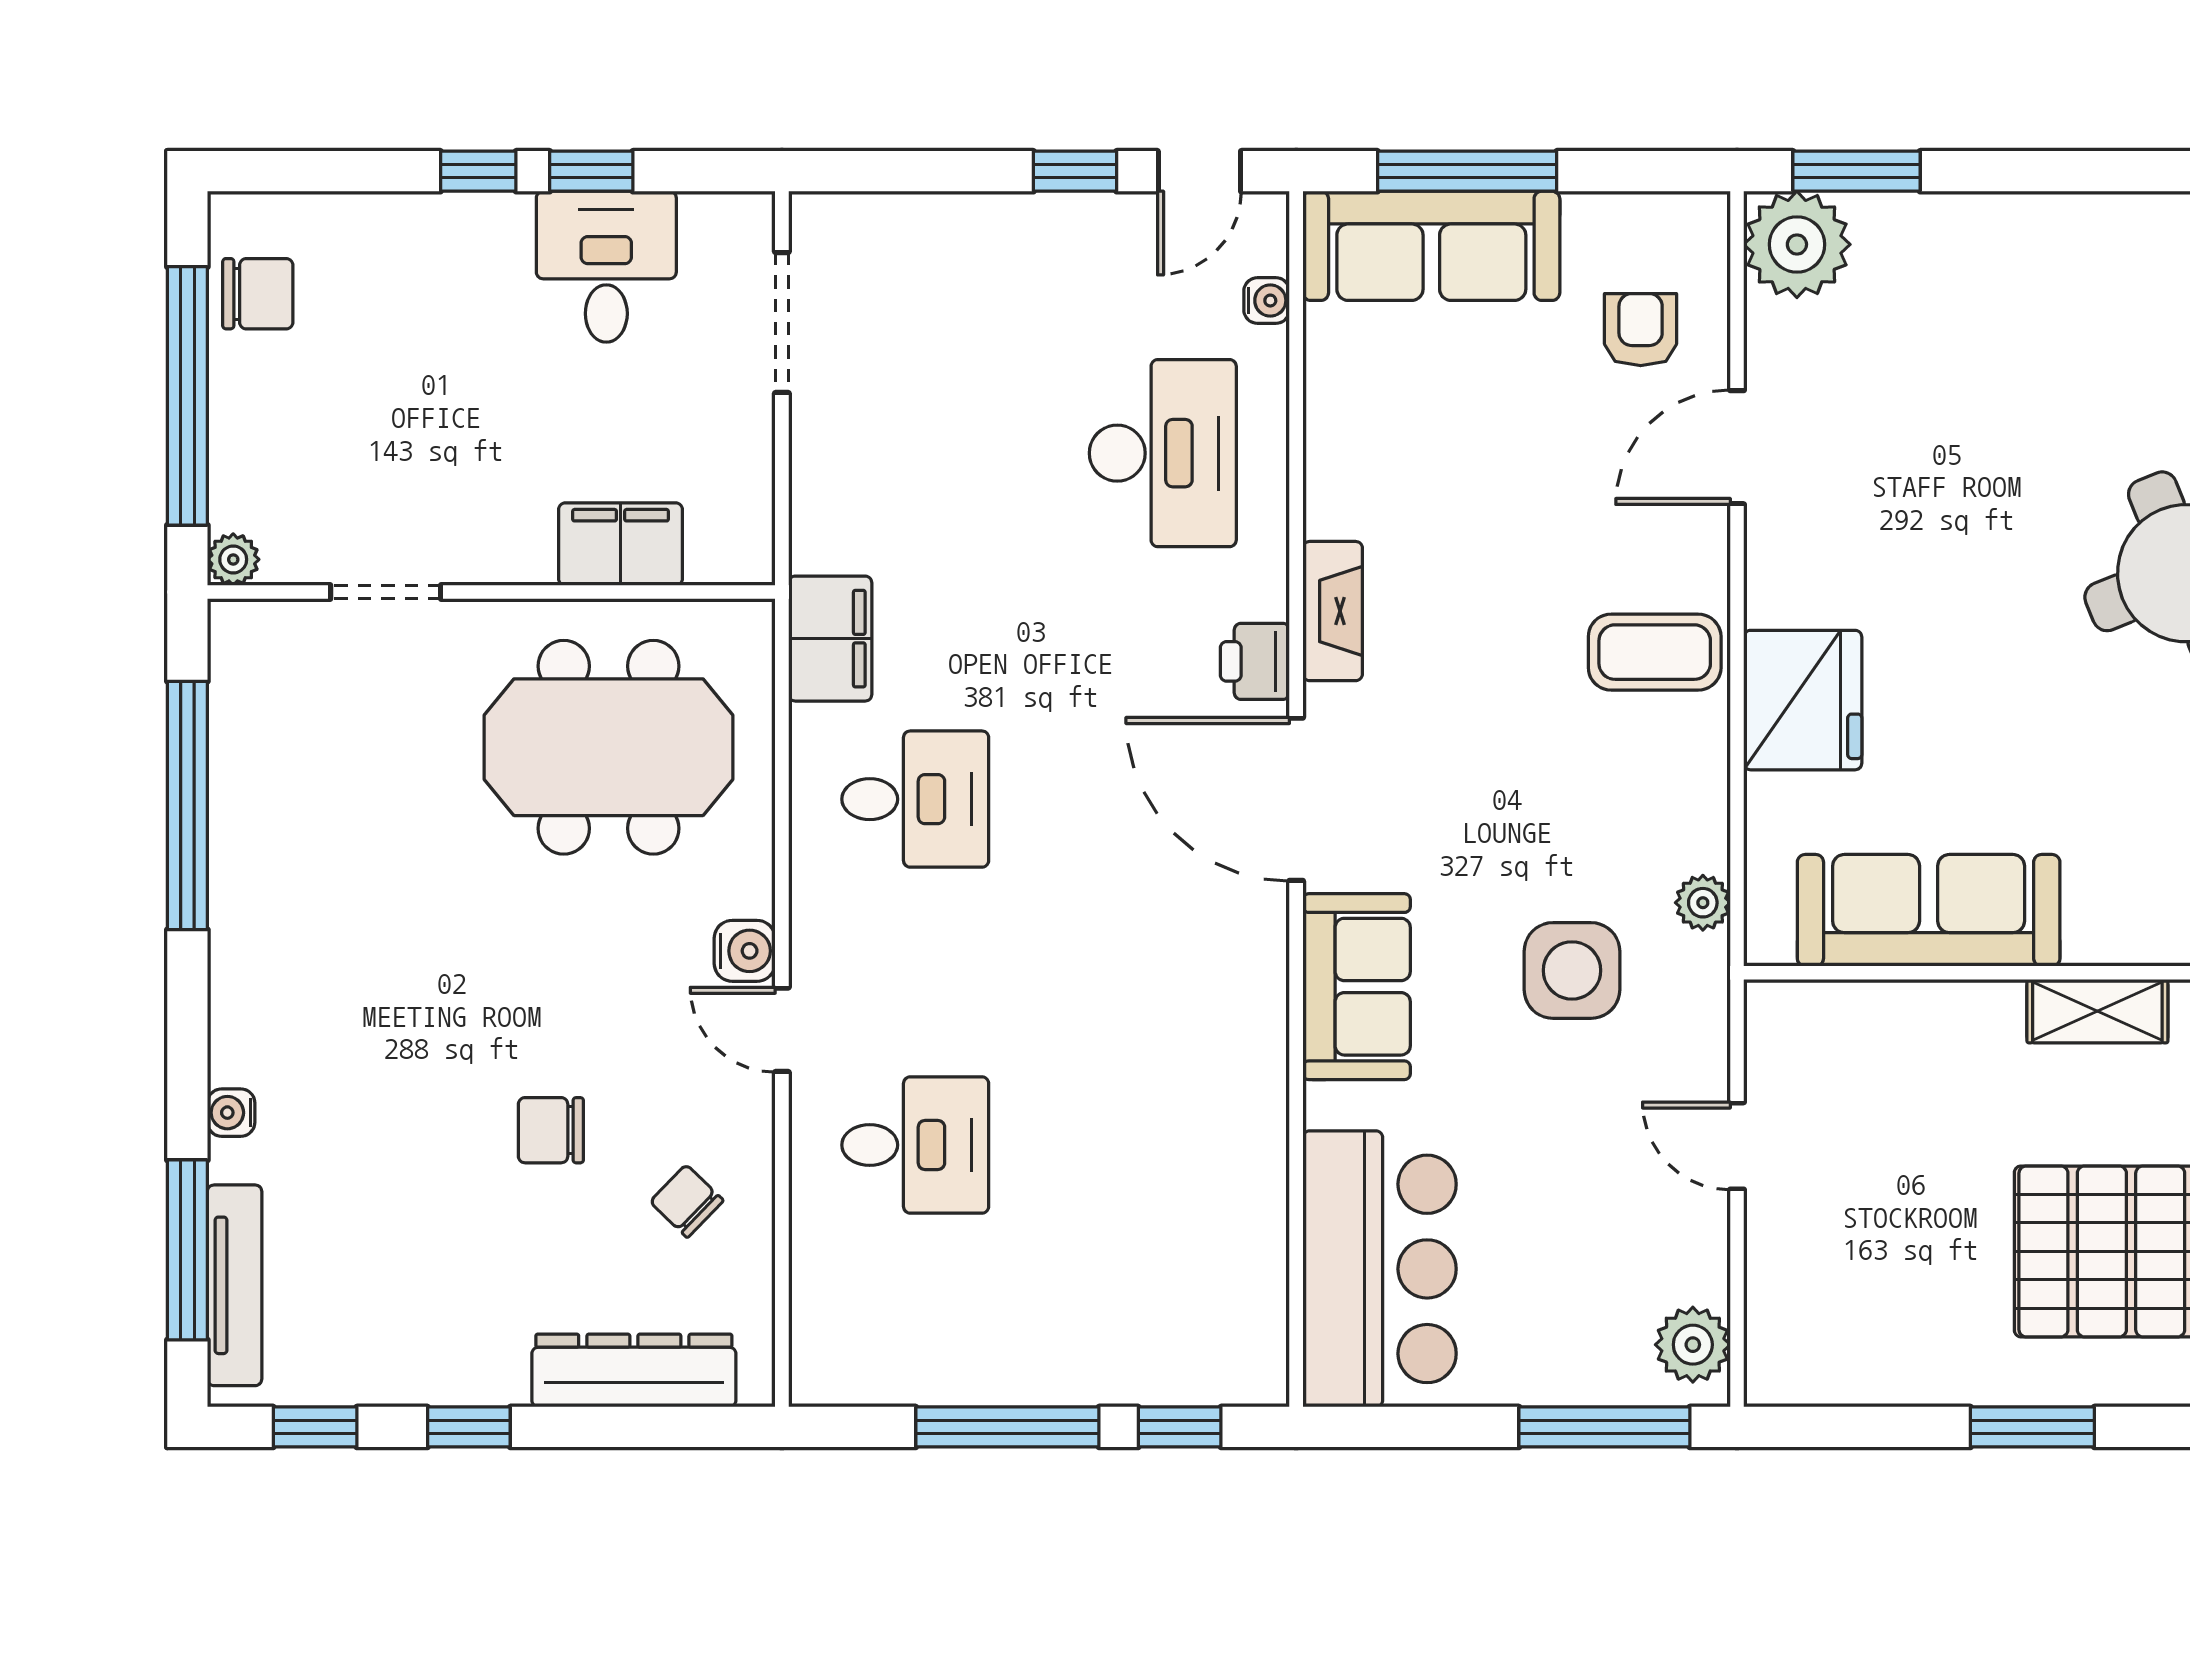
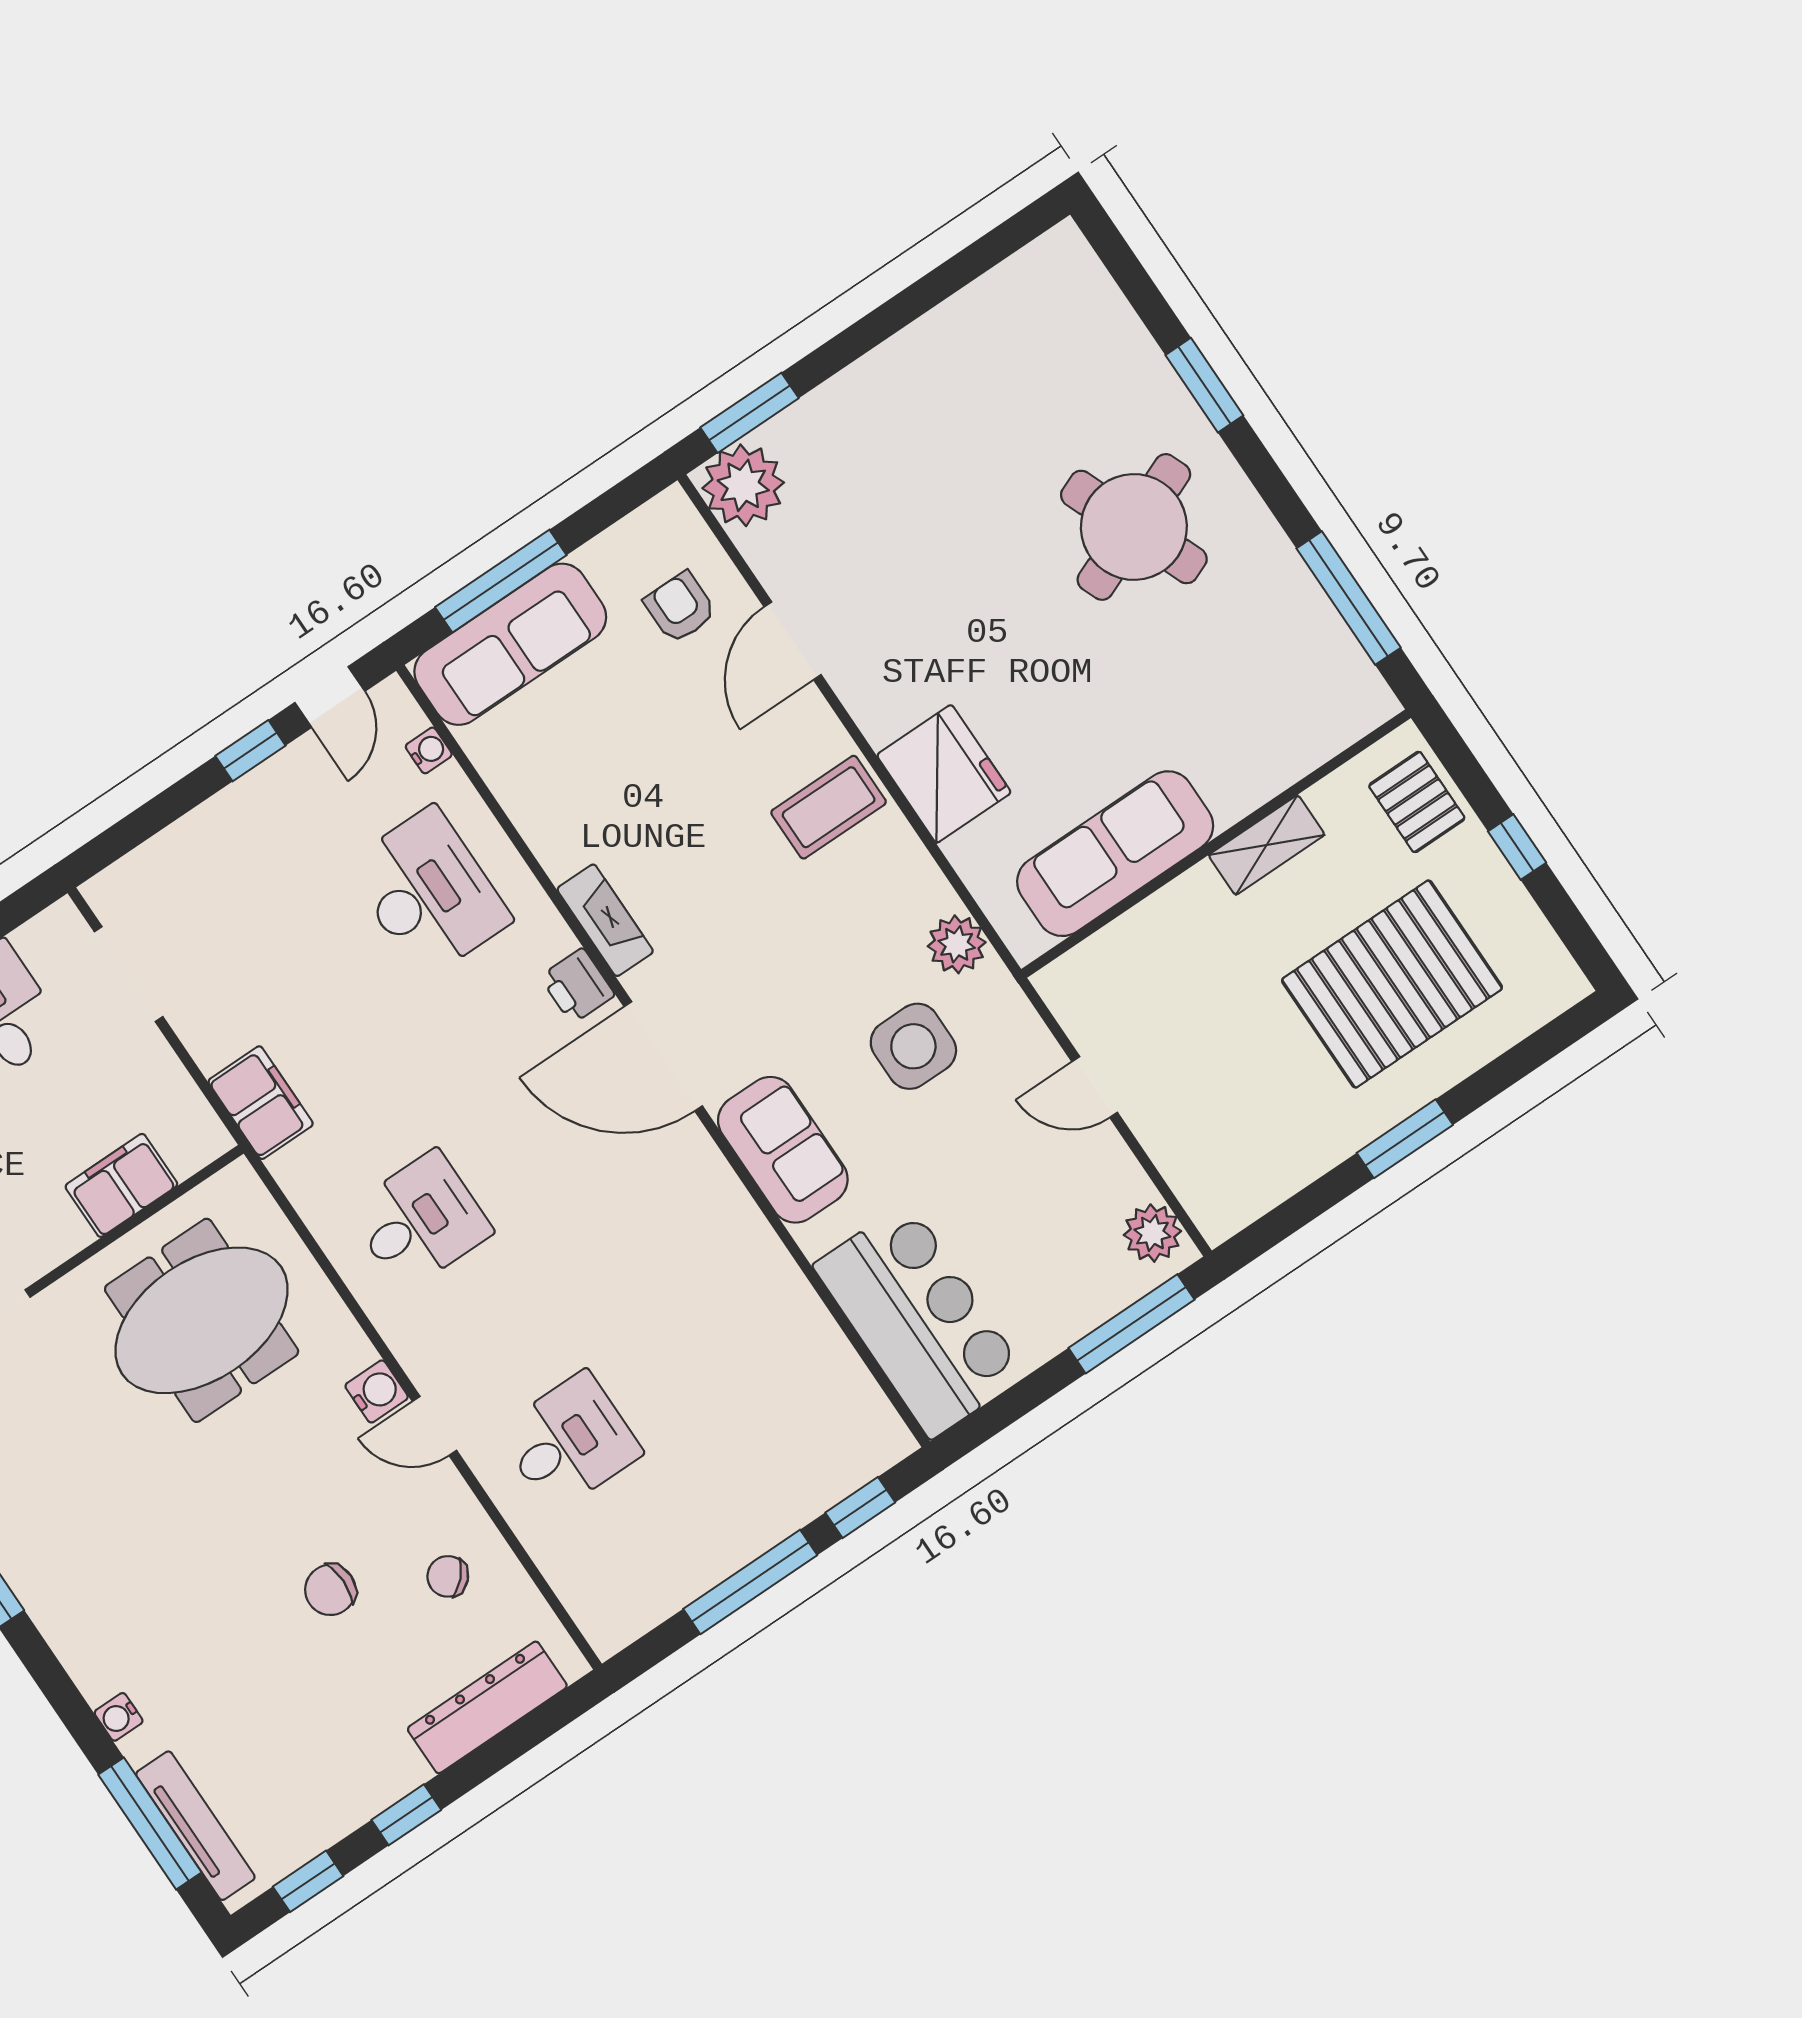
filing cabinet: (830, 639) -> (261, 1103), moved
plant: (1703, 903) -> (957, 944), width x1.38, depth x1.38

